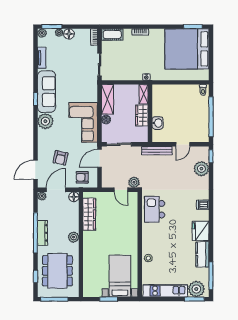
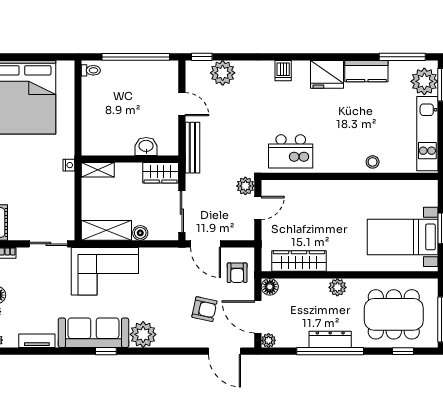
wardrobe: (142, 115) -> (161, 173), moved
corner sofa: (83, 122) -> (105, 271), moved
bed with nightstands: (120, 276) -> (403, 237), moved

